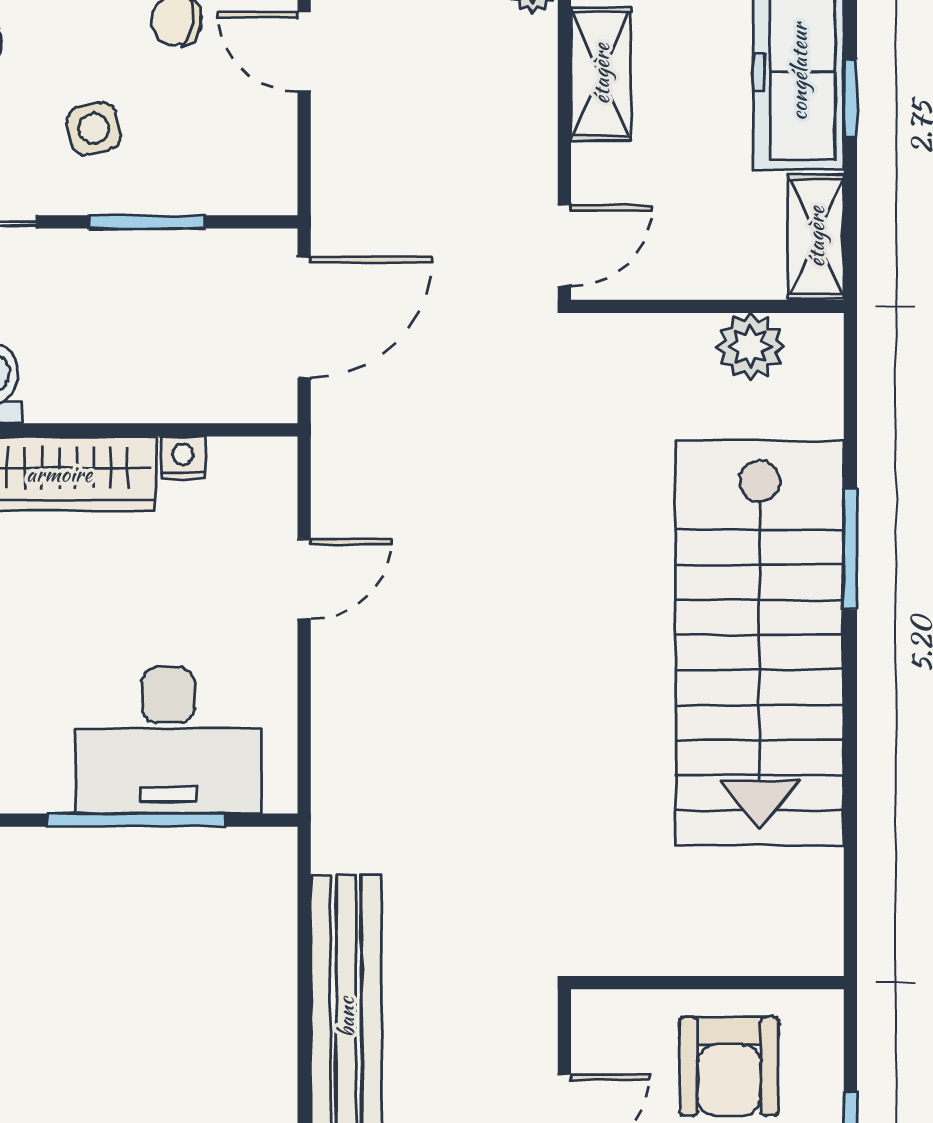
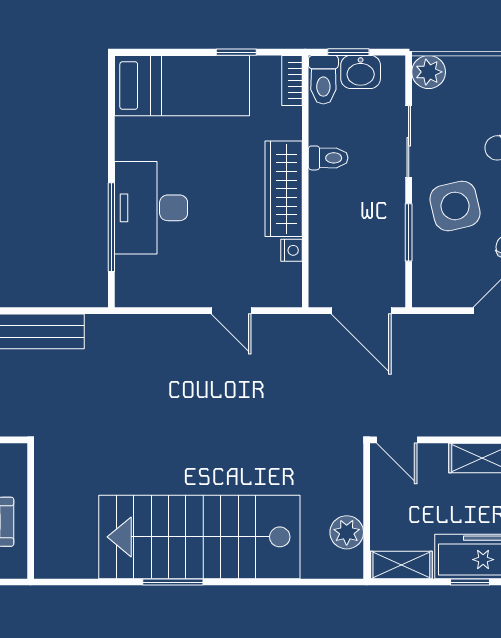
side table: (94, 129) -> (455, 206), width x1.87, depth x1.87
window: (850, 549) -> (173, 582), moved
desk: (168, 740) -> (151, 208), moved

